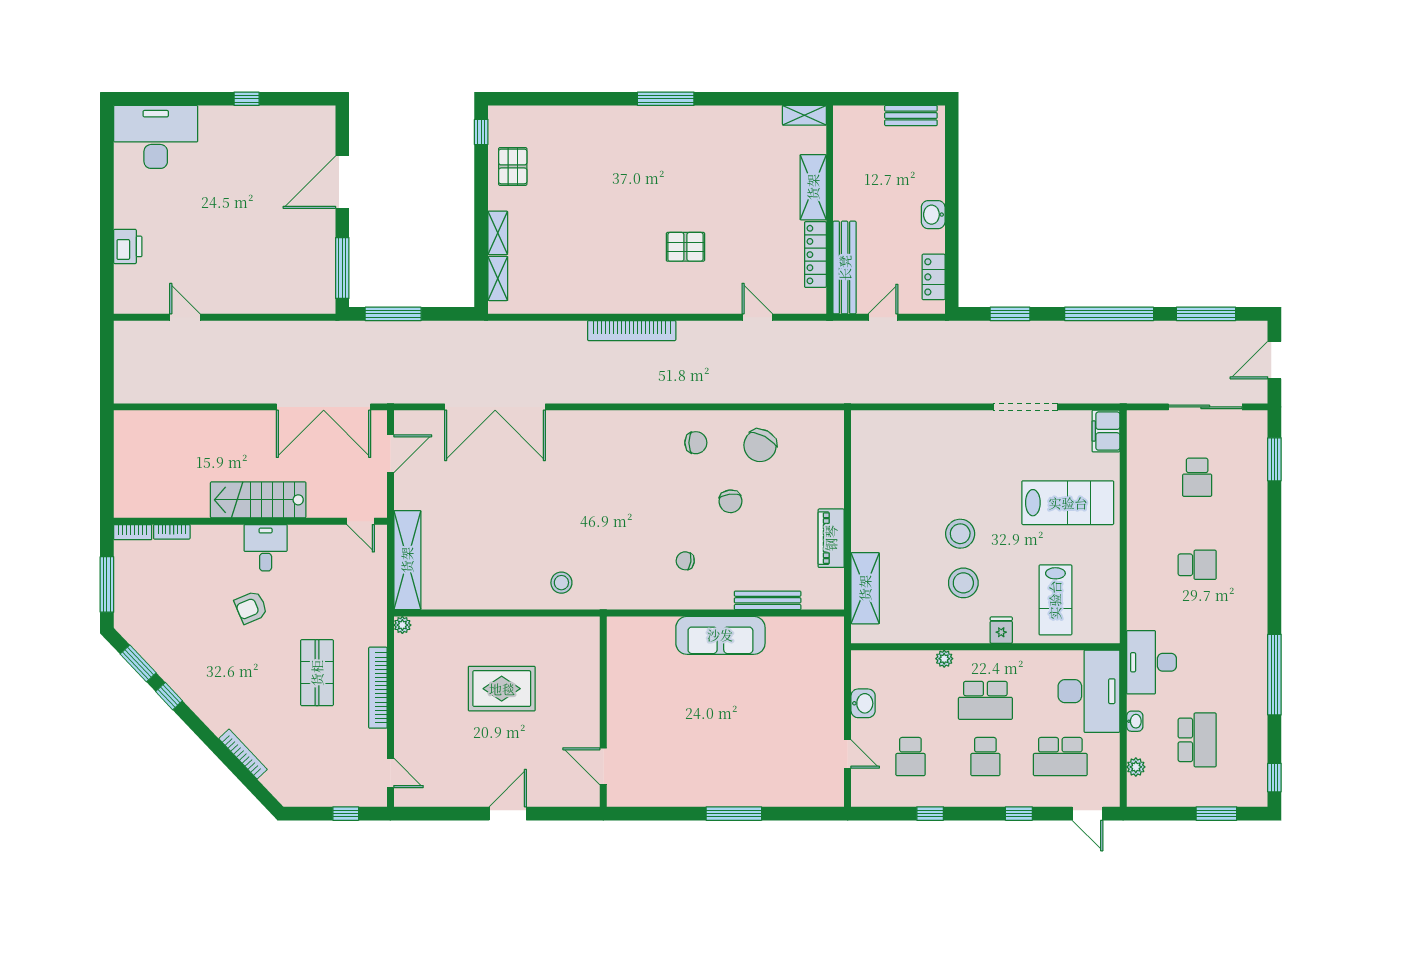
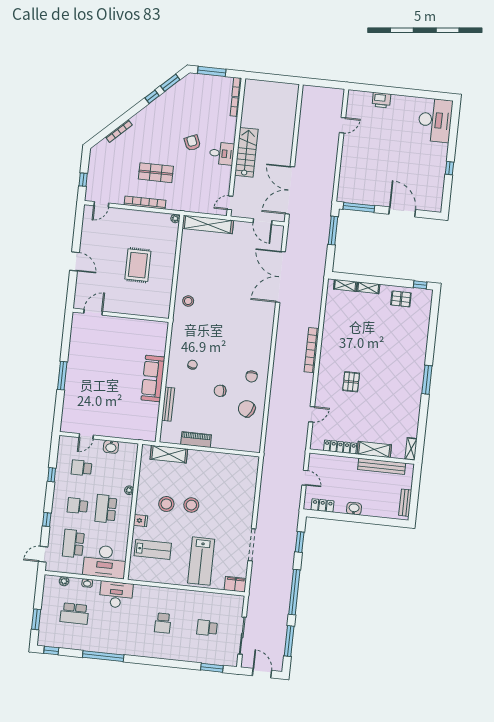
bench: (845, 268) -> (382, 466), moved
lab bench: (1055, 600) -> (153, 550), turned 180

